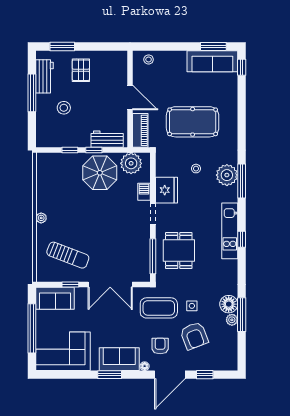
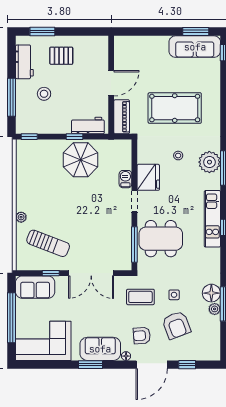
stool: (149, 59) -> (130, 45), removed
pallet: (81, 70) -> (61, 56), turned 90
window: (32, 93) -> (12, 97), moved
door: (130, 97) -> (111, 83), hinge flipped
window: (70, 150) -> (29, 137), moved
plant: (131, 163) -> (112, 150), removed
plant: (41, 218) -> (21, 217), moved
dining table: (179, 250) -> (161, 239), width x1.38
coffee table: (159, 308) -> (140, 297), width x0.73, depth x0.76
armchair: (160, 346) -> (142, 336), turned -94

